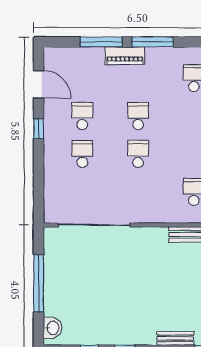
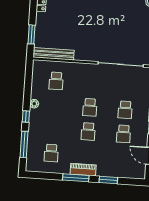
window: (101, 42) -> (108, 180), width x0.69
piano: (125, 56) -> (83, 170), moved

